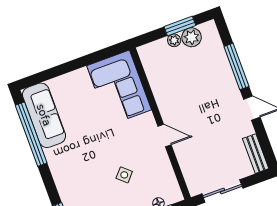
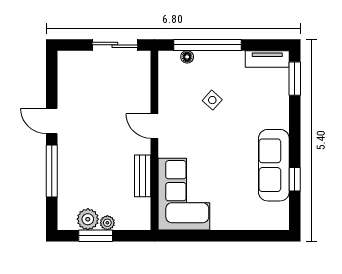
sofa: (44, 115) -> (274, 165), moved
window: (31, 134) -> (295, 179), width x0.32
bench: (256, 154) -> (143, 176), moved

